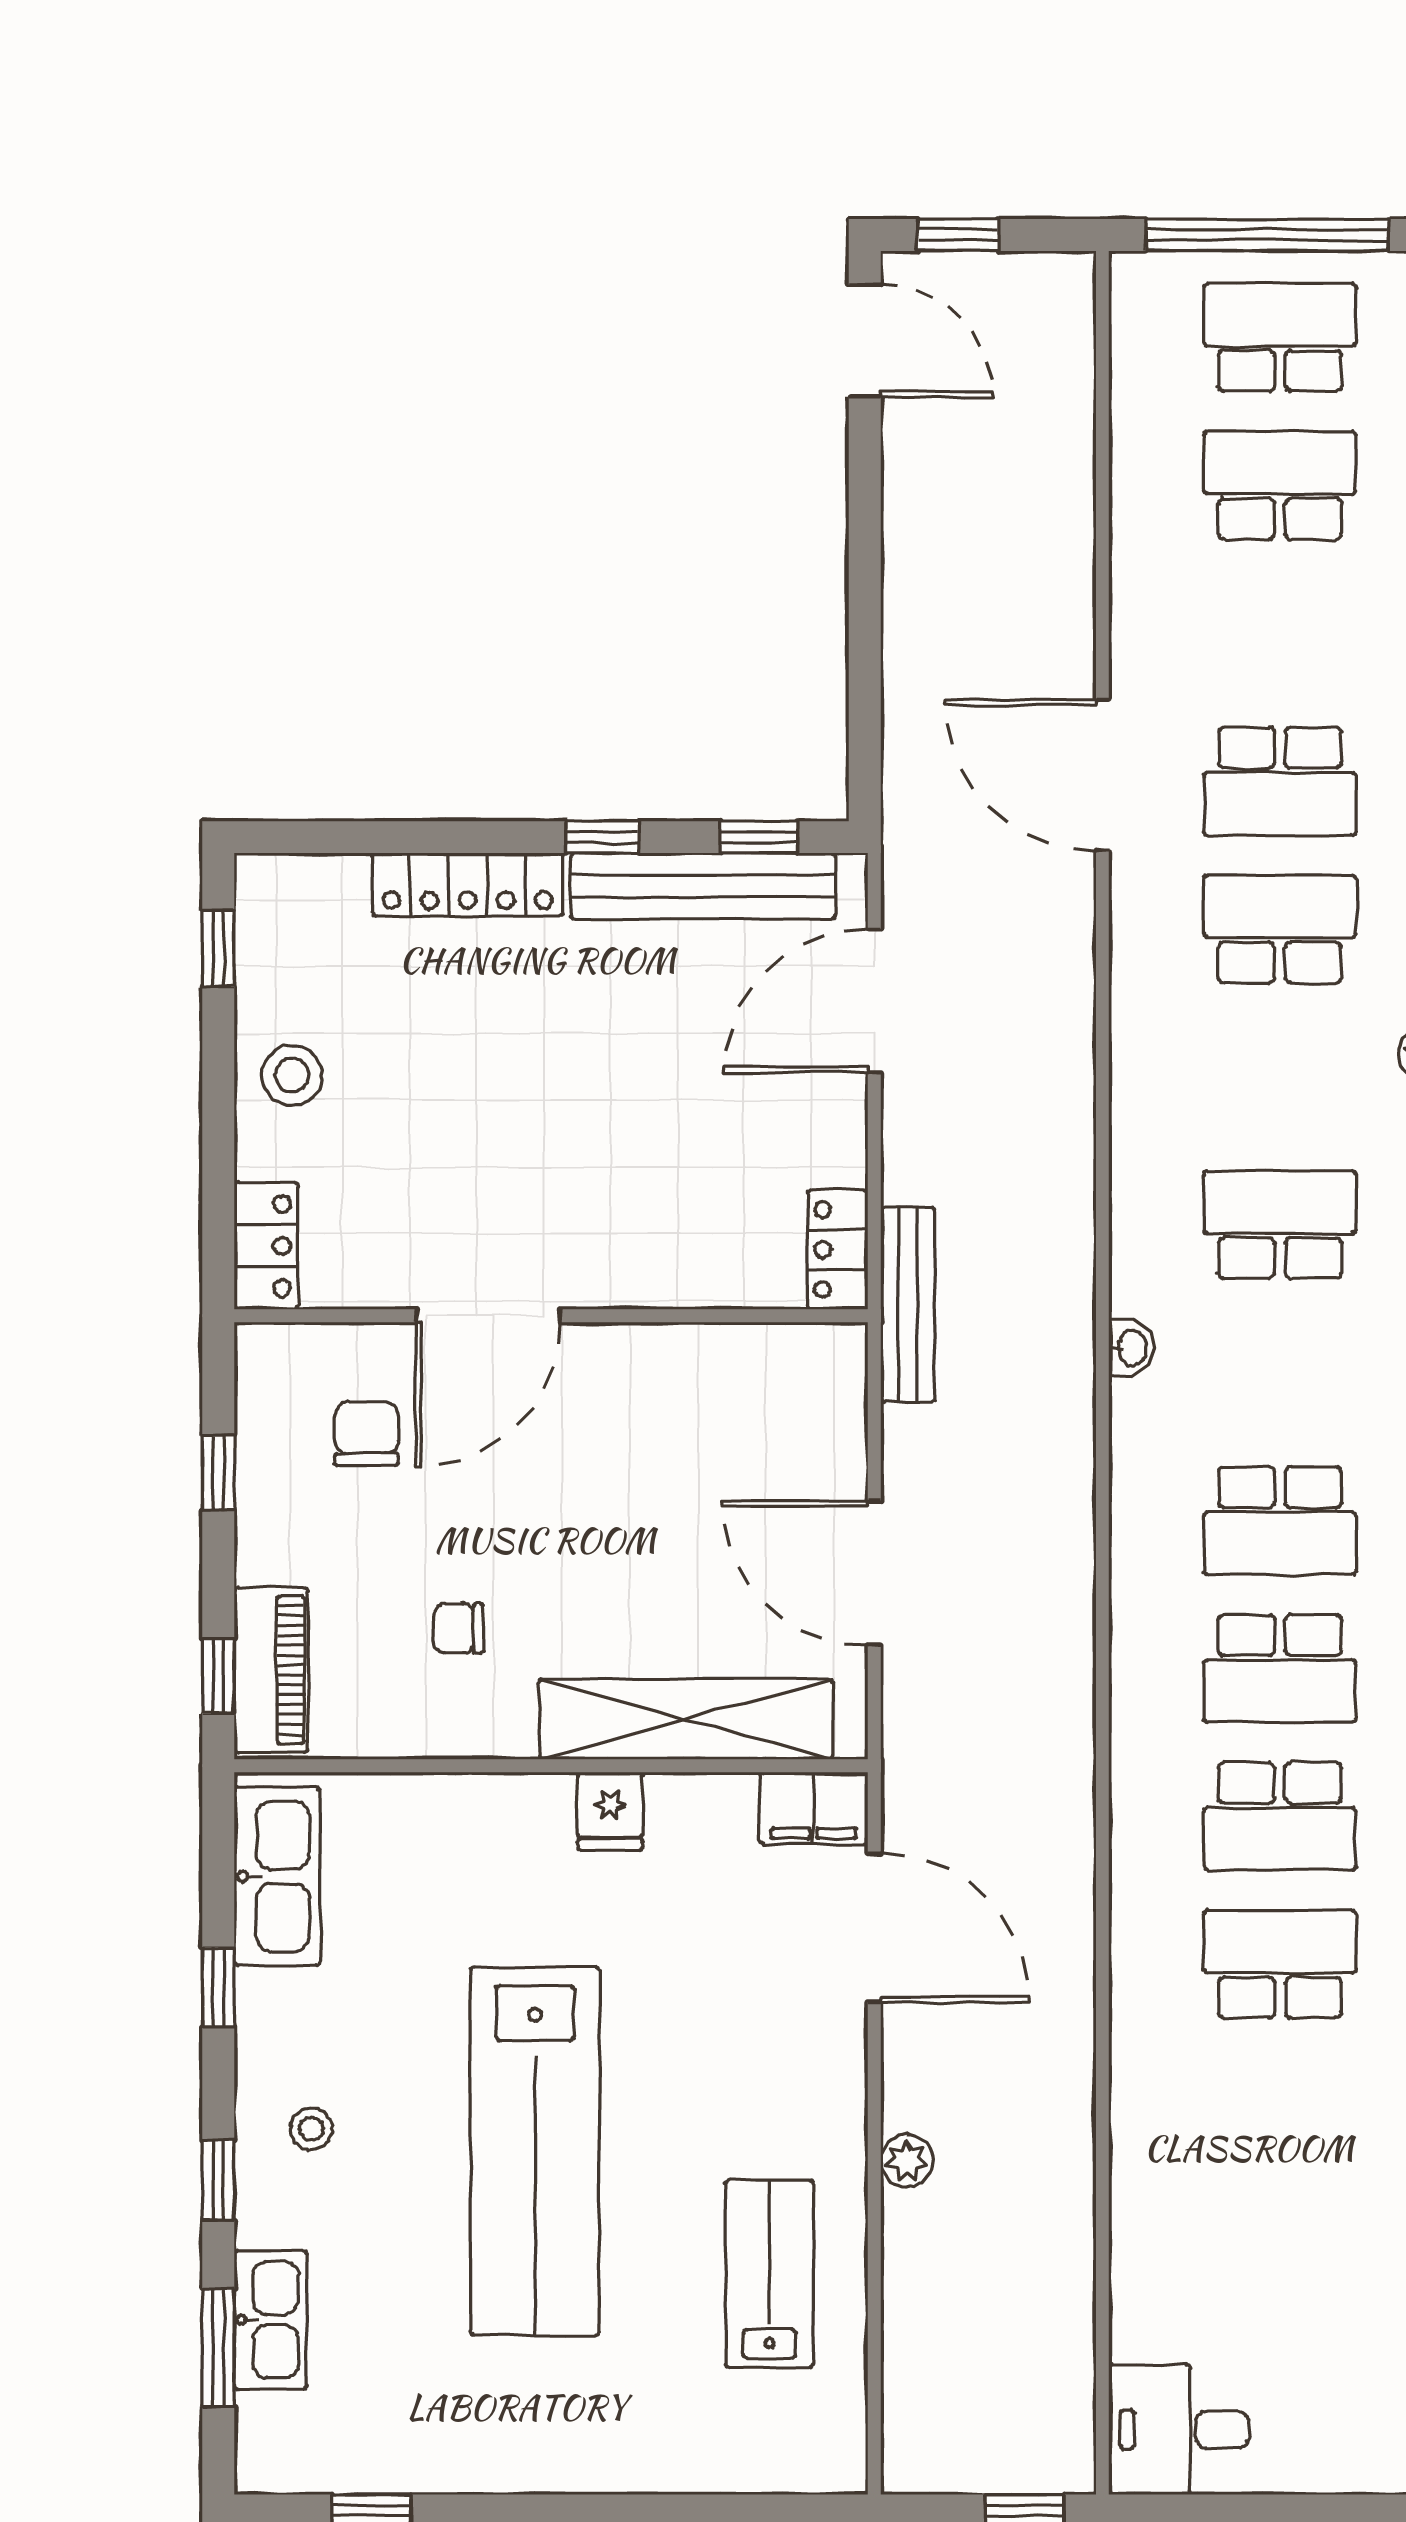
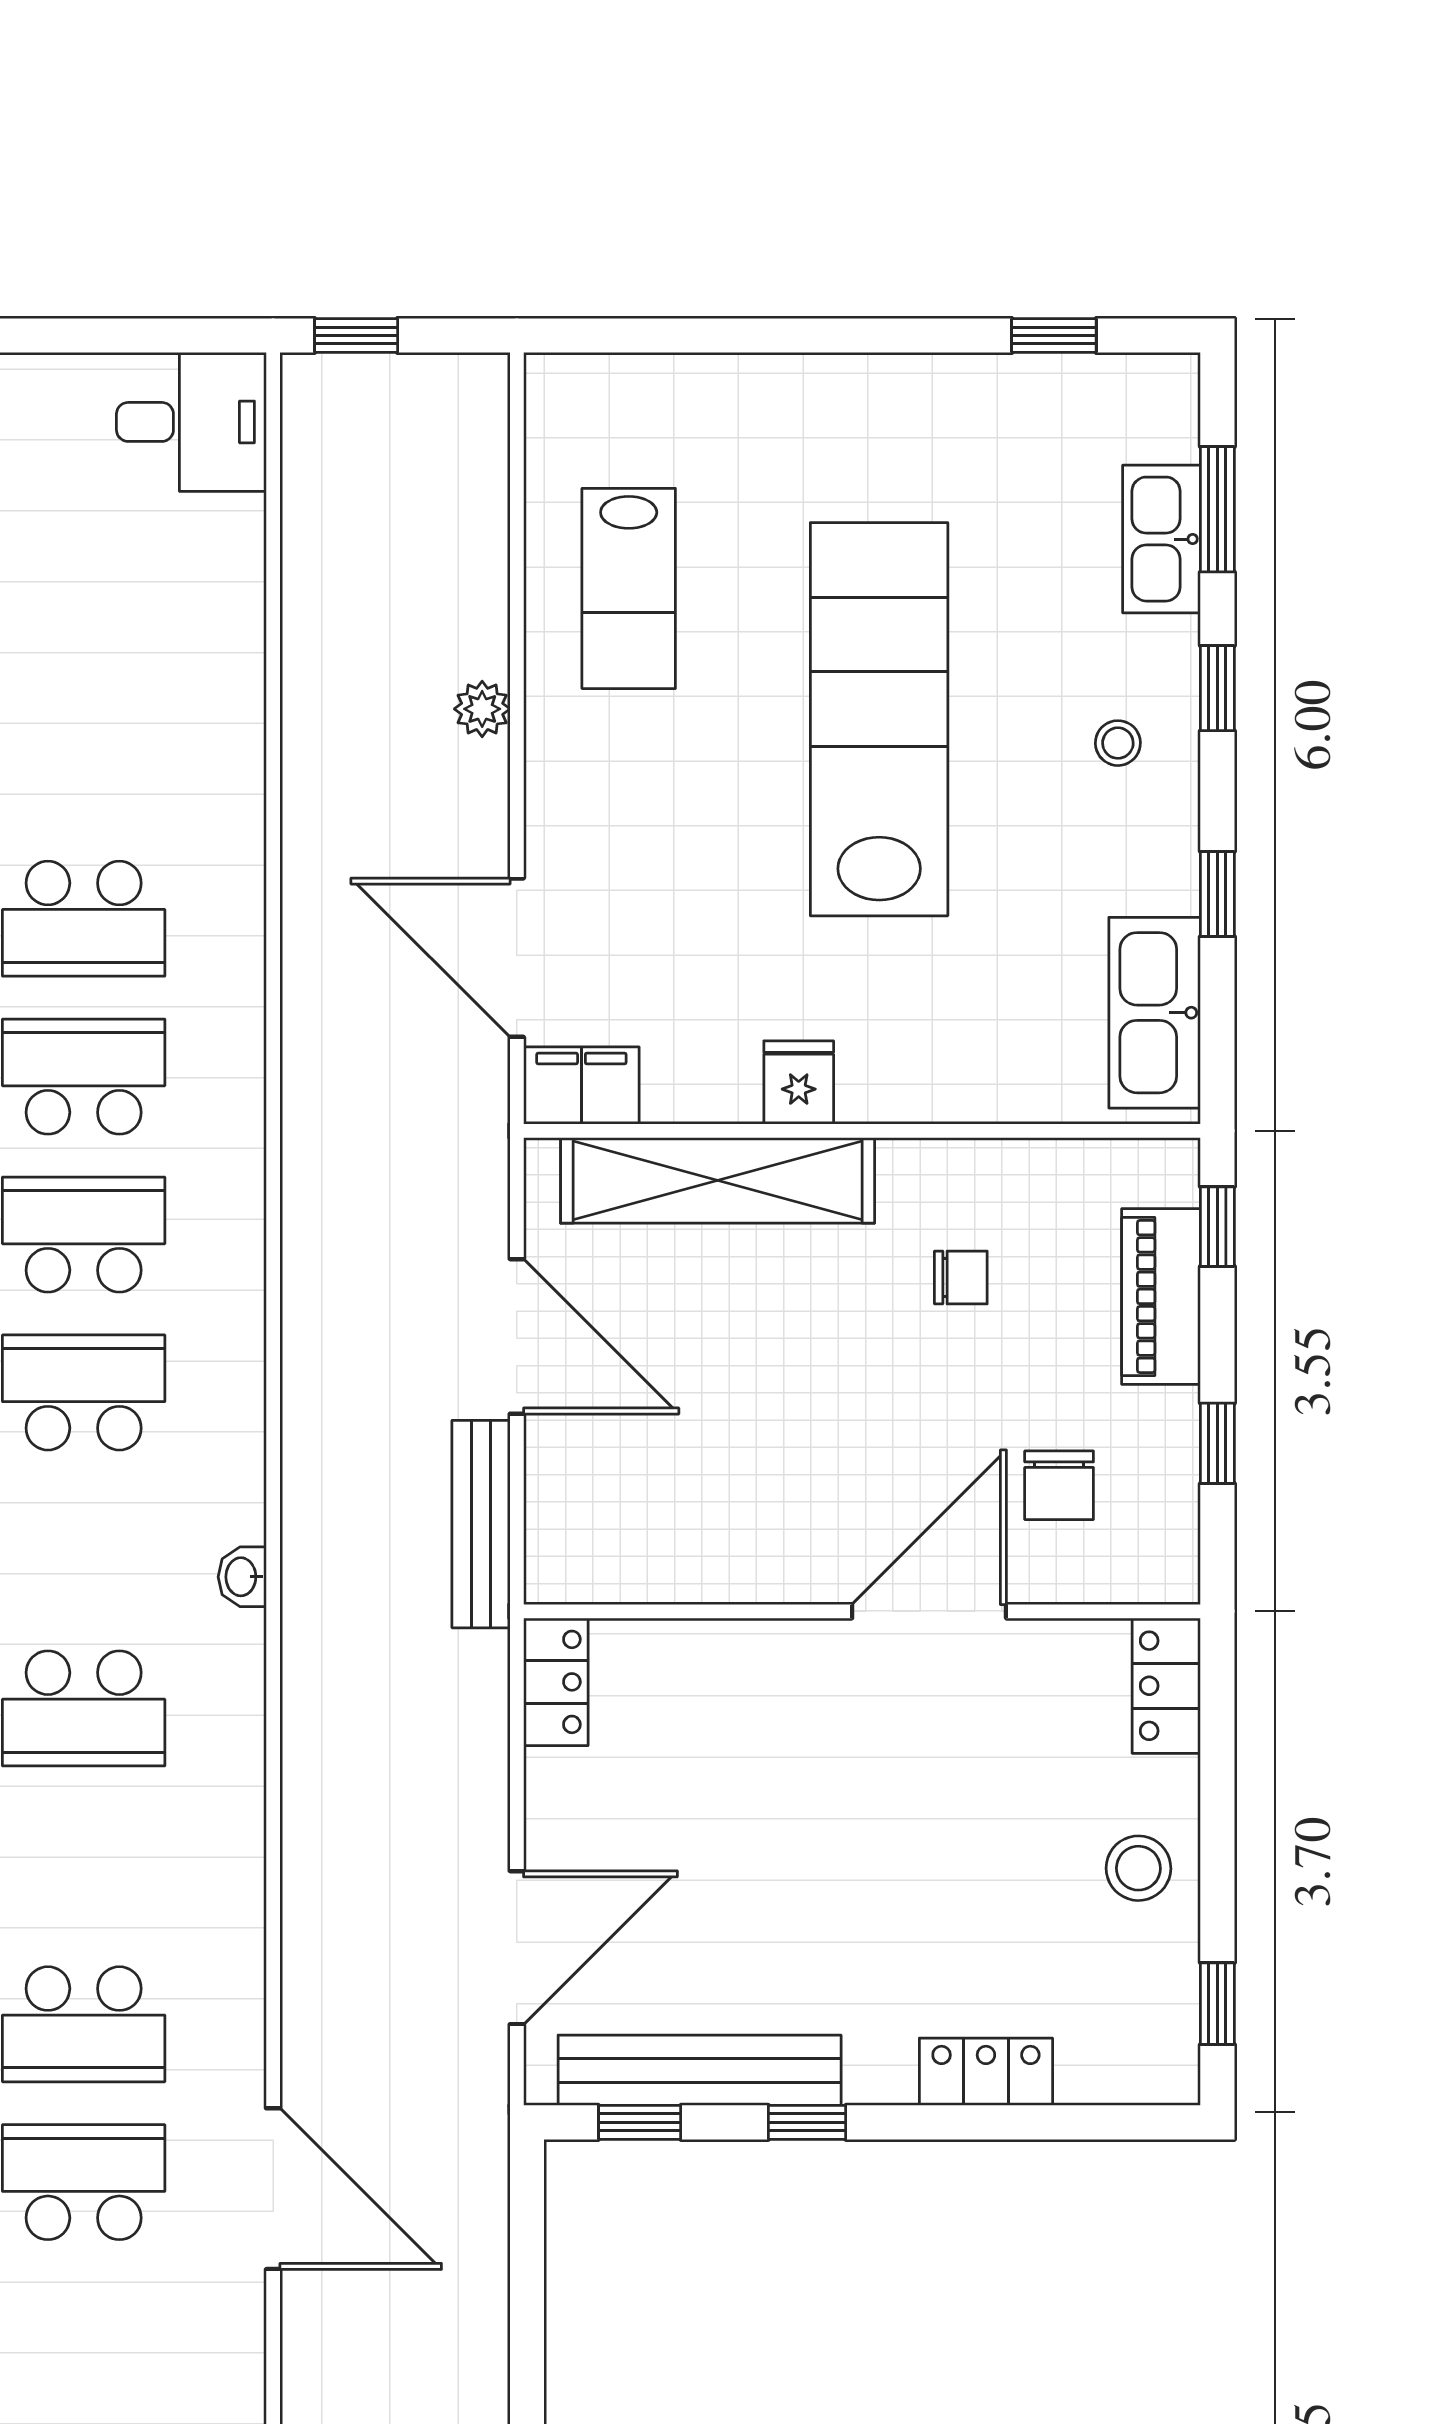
locker: (468, 885) -> (986, 2072), width x0.66
bench: (908, 1305) -> (481, 1524), moved
piano: (271, 1670) -> (1161, 1296), moved

